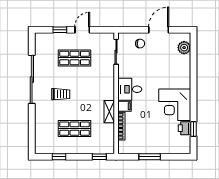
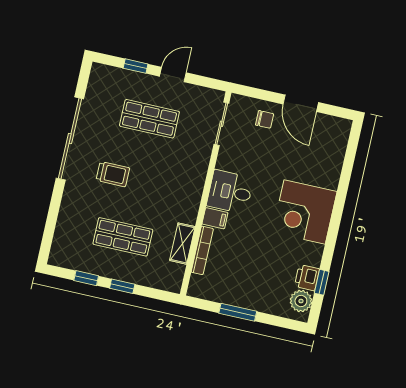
door: (159, 30) -> (301, 103), swing flipped
plant: (184, 48) -> (301, 301), moved
corner desk: (175, 105) -> (305, 212), moved
shelving: (109, 112) -> (182, 244), moved
window: (99, 157) -> (122, 286), moved

